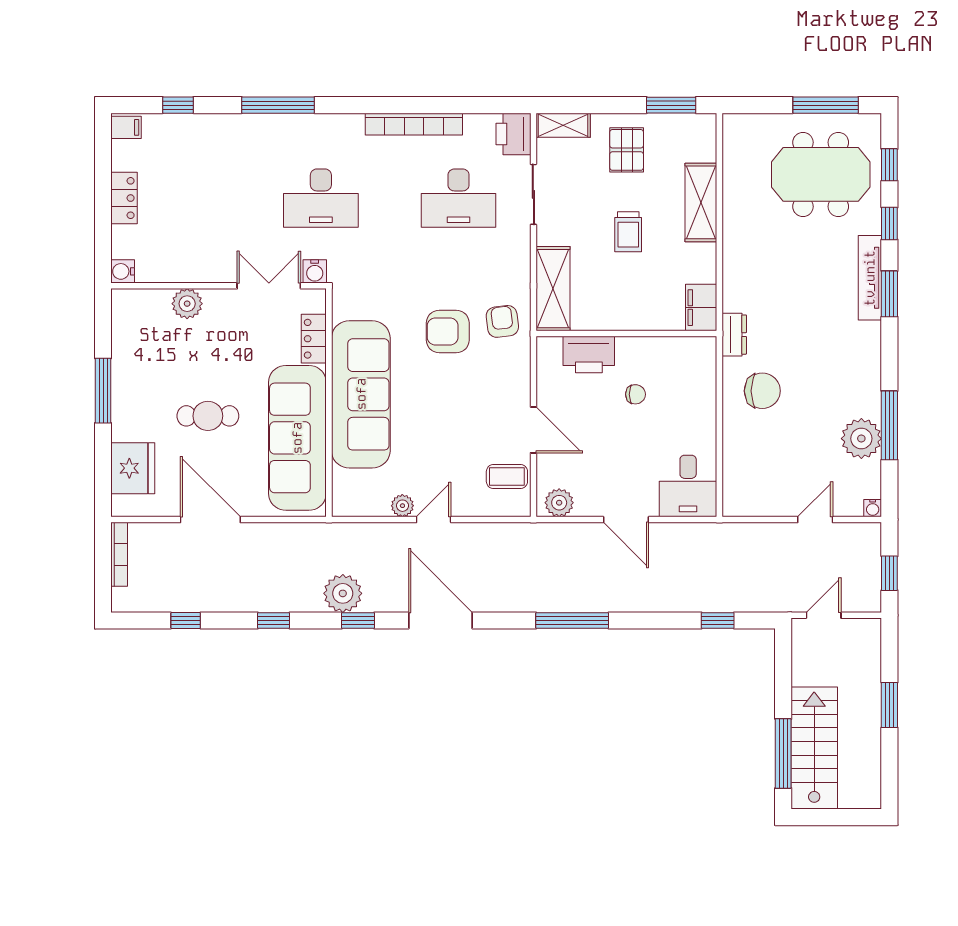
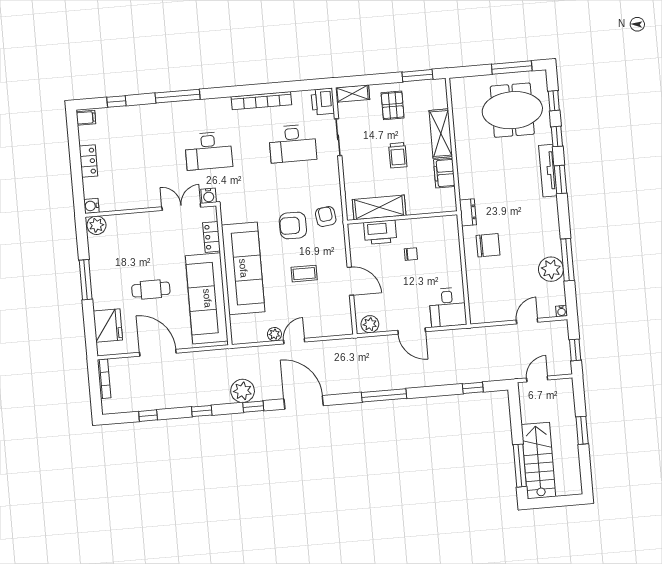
shelving: (553, 289) -> (379, 207), moved, turned 90
plant: (187, 304) -> (96, 225), moved
filing cabinet: (701, 308) -> (444, 173), moved
coffee table: (507, 476) -> (304, 274), moved

